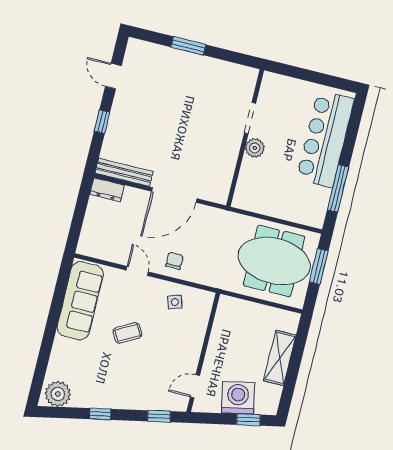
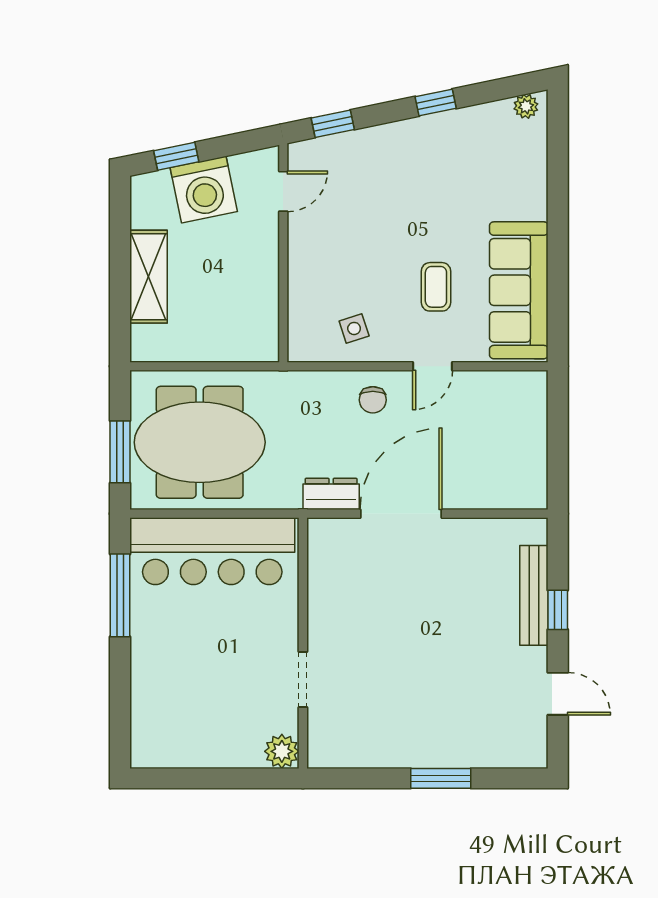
bar counter: (325, 139) -> (212, 551), moved, turned 90
plant: (255, 148) -> (282, 751), moved
bench: (124, 172) -> (534, 595), moved, turned 90
dresser: (107, 190) -> (331, 494), moved
door: (137, 271) -> (433, 366), hinge flipped
coffee table: (127, 333) -> (436, 287), moved, turned -61
plant: (58, 394) -> (526, 106), width x0.53, depth x0.53

